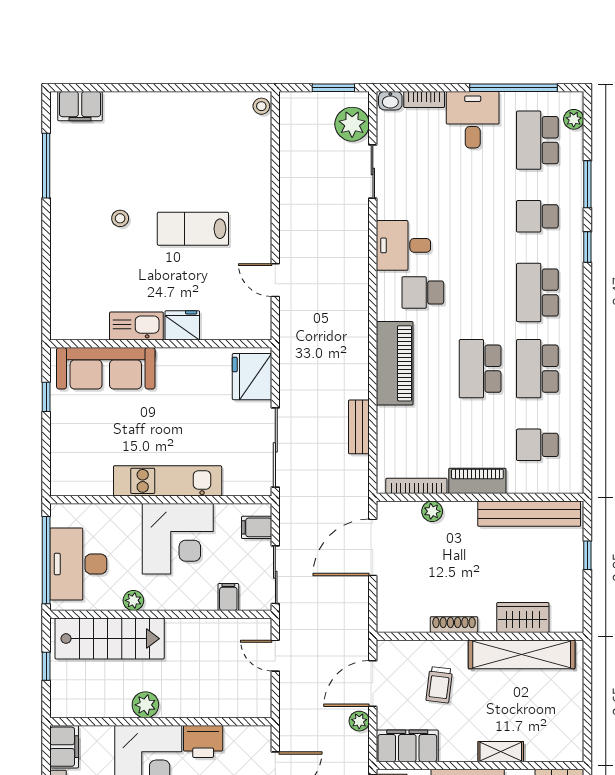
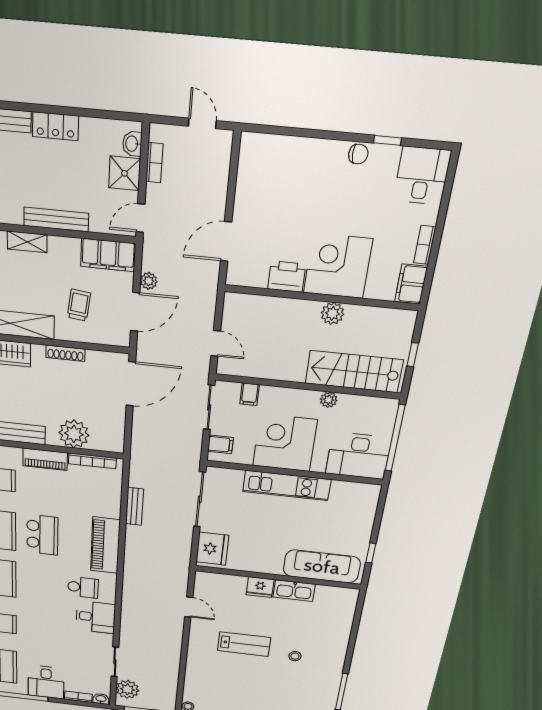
plant: (432, 511) -> (74, 434), width x1.87, depth x1.87
door: (373, 547) -> (131, 384), moved
desk: (78, 564) -> (358, 456), moved, turned 90

